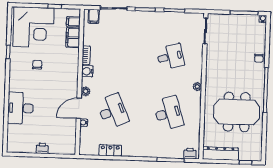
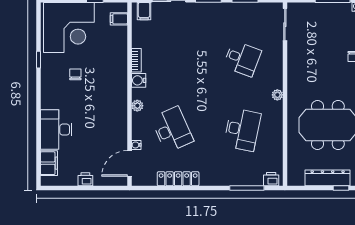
filing cabinet: (73, 38) -> (49, 163), moved, turned 180
desk: (170, 57) -> (242, 59), turned 36
door: (79, 108) -> (129, 163), moved
desk: (168, 113) -> (242, 130), turned 30
locker: (110, 150) -> (178, 179), width x1.53
dresser: (220, 153) -> (328, 178), moved

